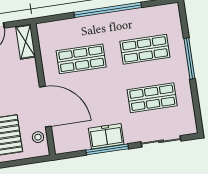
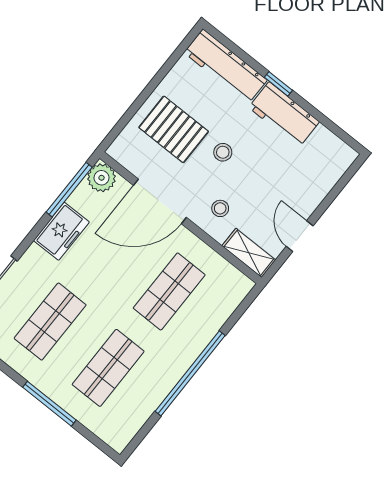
stool: (38, 137) -> (220, 208), moved
plant: (63, 144) -> (102, 178), added
window: (107, 149) -> (69, 190), moved

